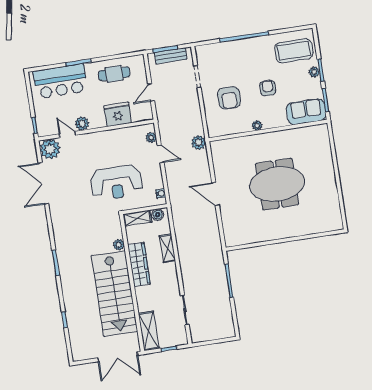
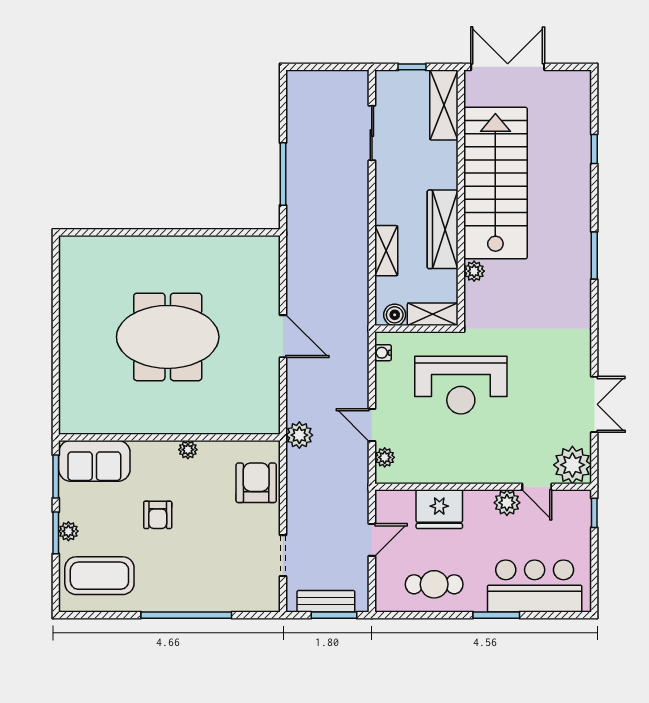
armchair: (229, 98) -> (256, 483), moved
double door: (43, 183) -> (594, 404), width x0.73
reception desk: (116, 183) -> (461, 385), turned 180

